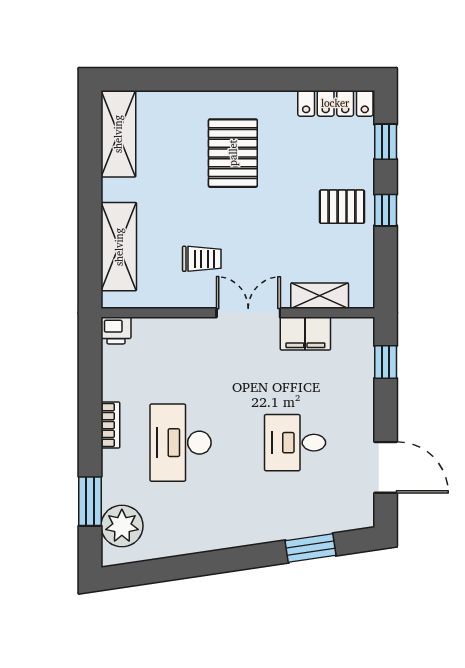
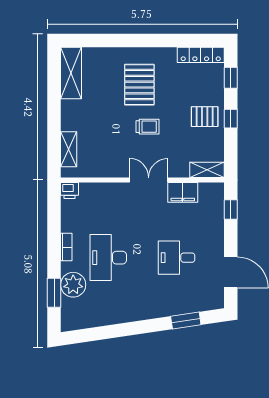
shelving: (119, 247) -> (69, 149), width x0.67, depth x0.75
trolley: (202, 259) -> (148, 127), moved
shelving: (320, 296) -> (207, 170), moved
plant: (122, 526) -> (73, 285), moved

